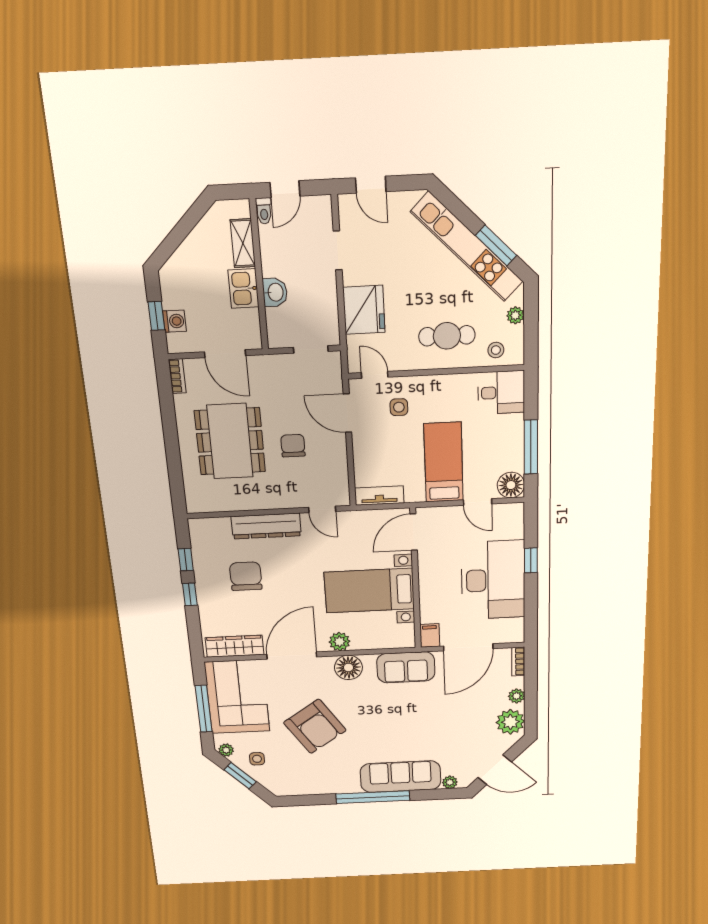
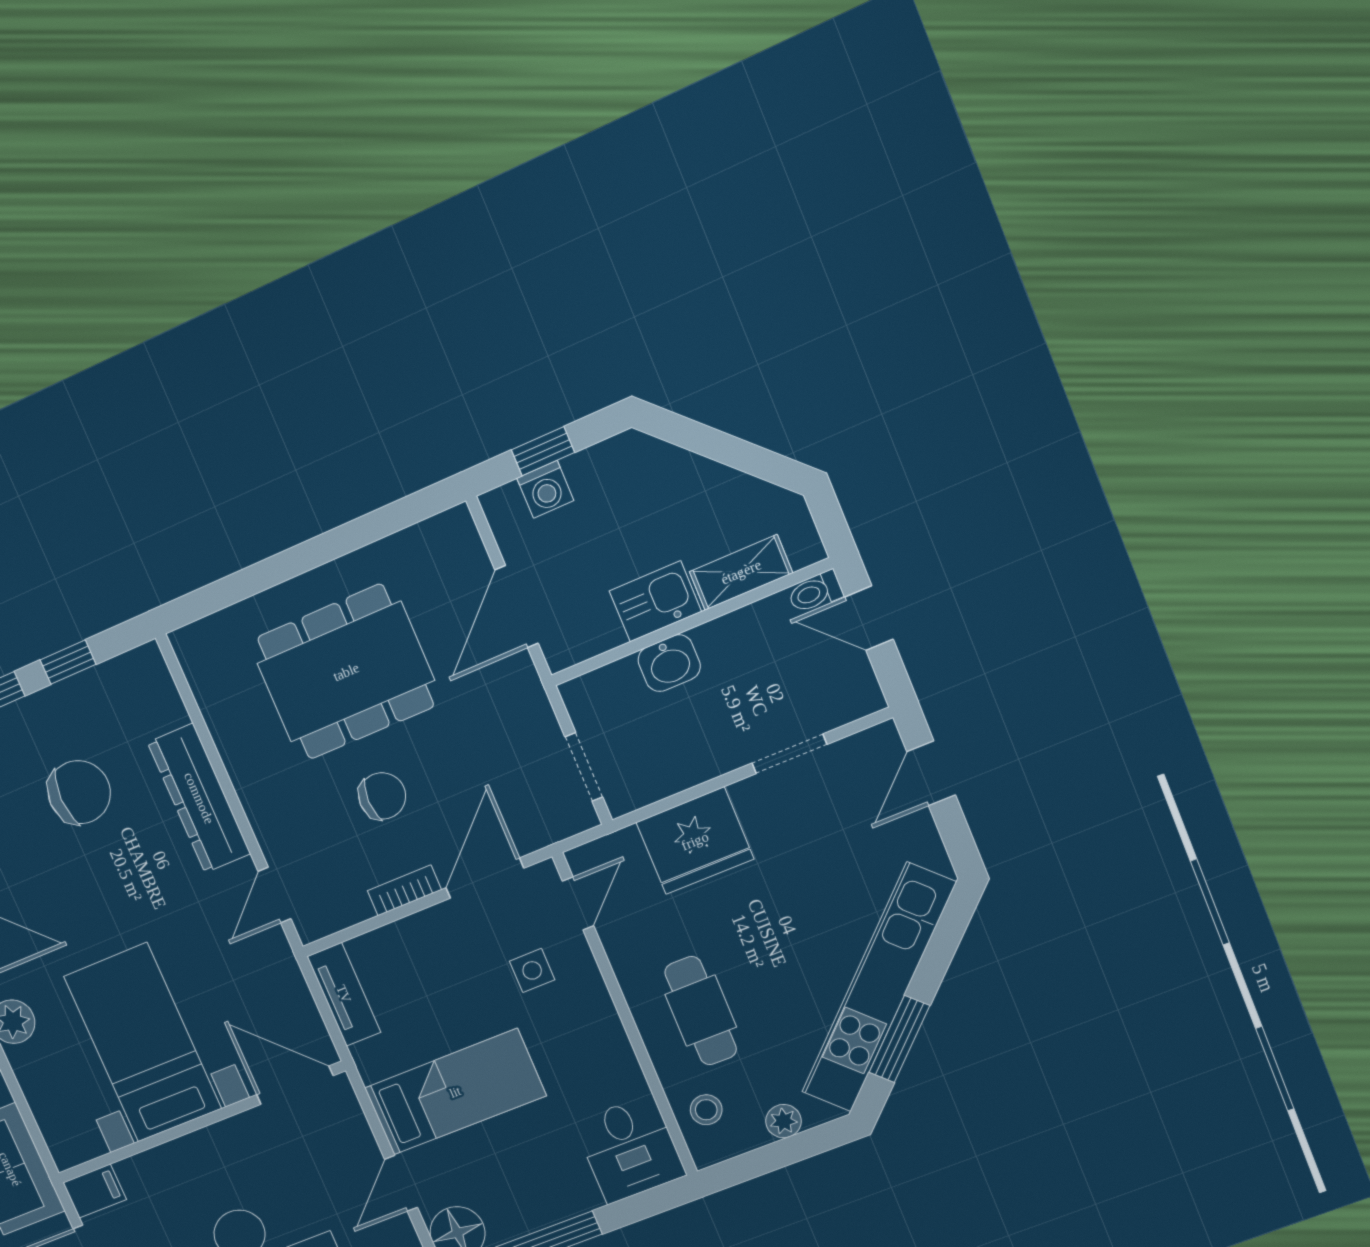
bookcase: (177, 376) -> (404, 890), moved, turned 180

